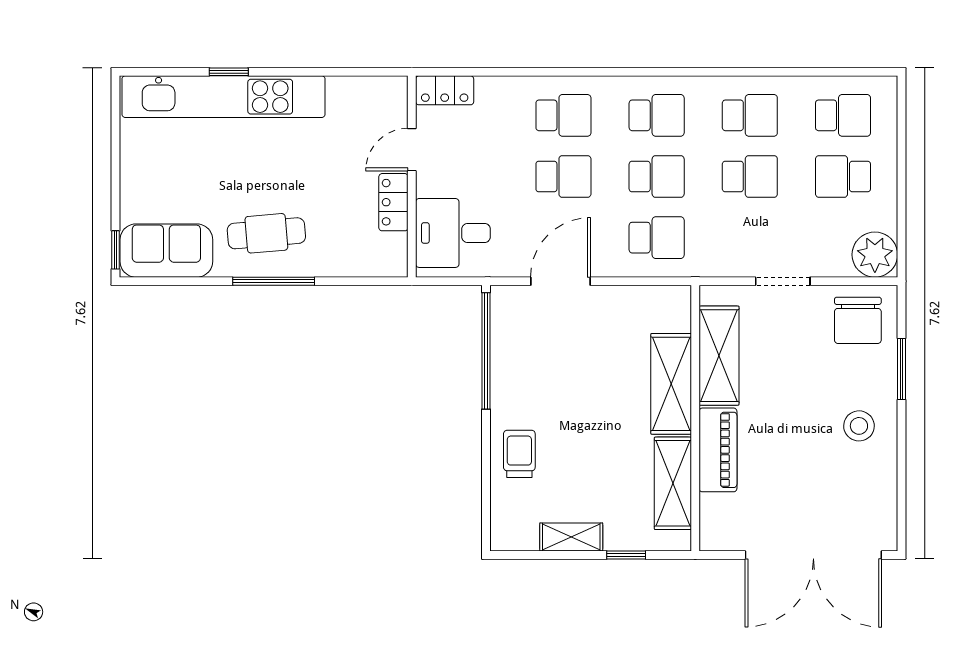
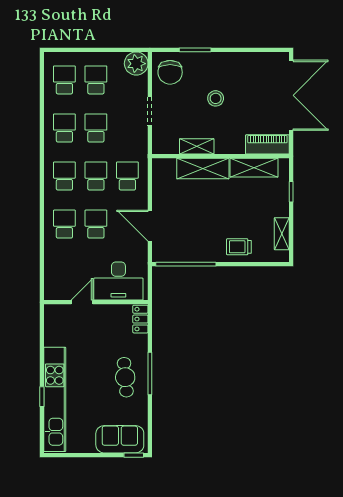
locker: (445, 90) -> (51, 285), removed
door: (412, 150) -> (82, 302), swing flipped
school desk: (843, 176) -> (96, 80), turned 180
locker: (393, 202) -> (140, 319), moved, turned 90
desk: (453, 233) -> (118, 281), width x1.37
sofa: (166, 251) -> (120, 439), moved, turned 90
chair: (858, 320) -> (170, 72), turned 90
shelving: (719, 356) -> (197, 146), width x0.67, depth x0.75
stool: (859, 426) -> (216, 98), moved
piano: (718, 450) -> (267, 144), moved
shelving: (571, 537) -> (282, 234), moved

